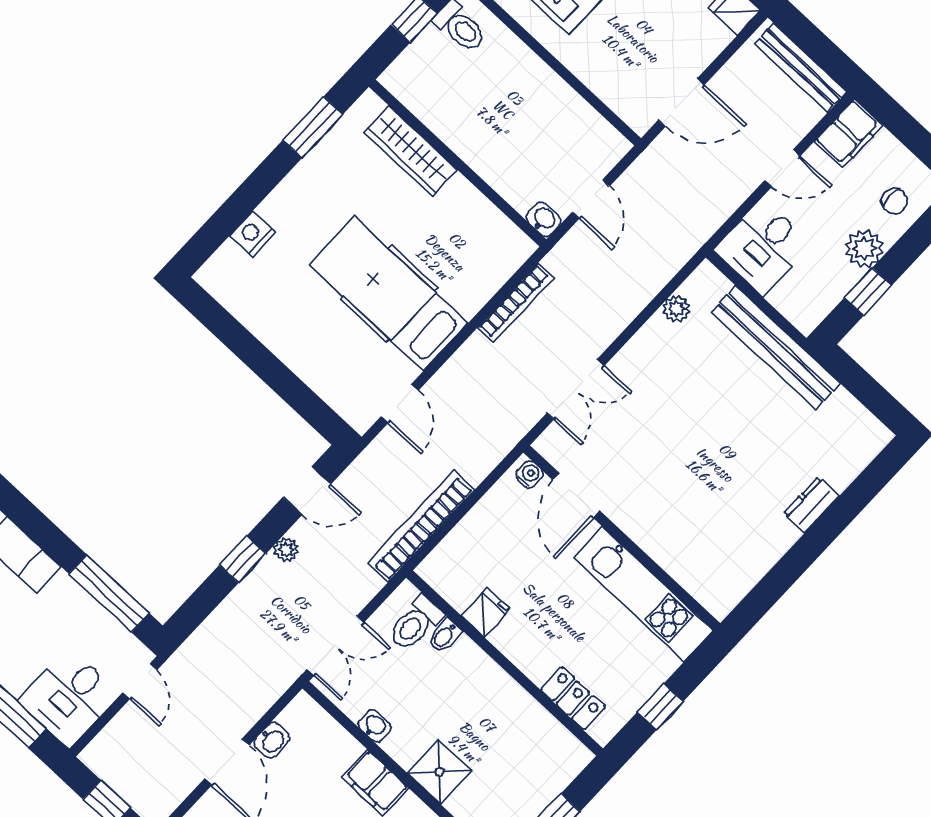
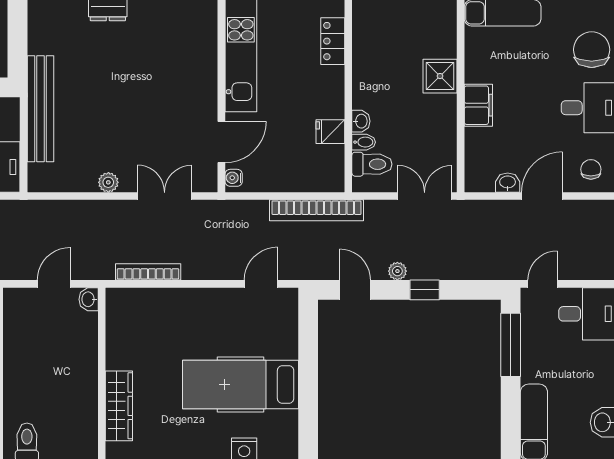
hospital bed: (389, 294) -> (241, 384), moved, turned 90
plant: (676, 309) -> (108, 182), moved
washbasin: (375, 726) -> (361, 121), moved, turned 180

